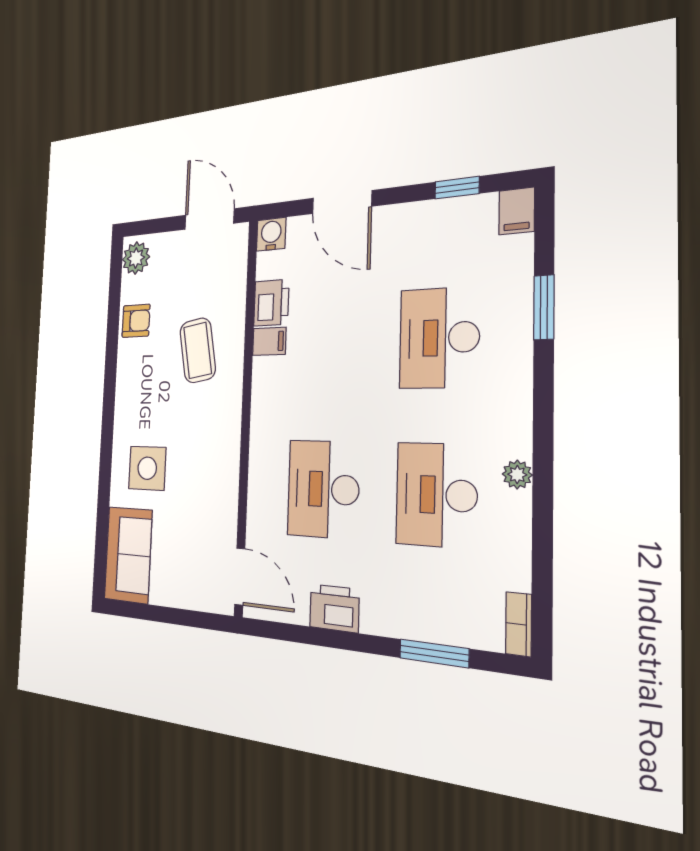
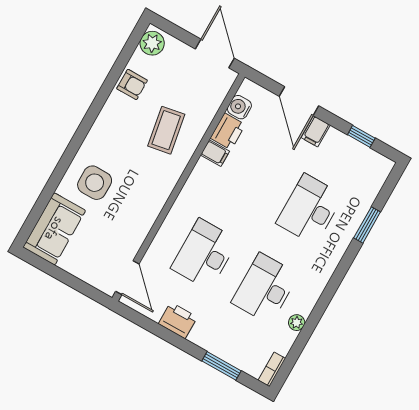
filing cabinet: (517, 211) -> (316, 131), moved
water cooler: (271, 234) -> (239, 107), moved, turned -90
plant: (517, 475) -> (297, 323), moved

